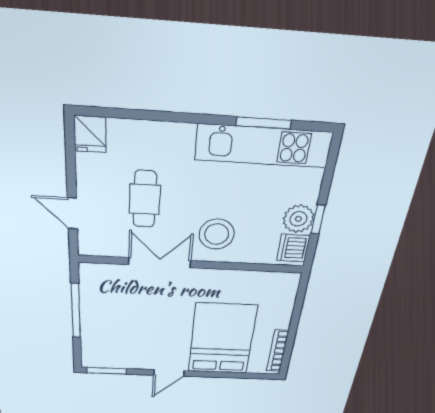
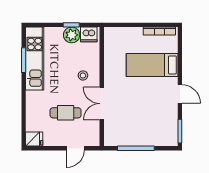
stool: (217, 234) -> (83, 75), width x0.53, depth x0.53
bed: (222, 339) -> (152, 65), width x0.67

